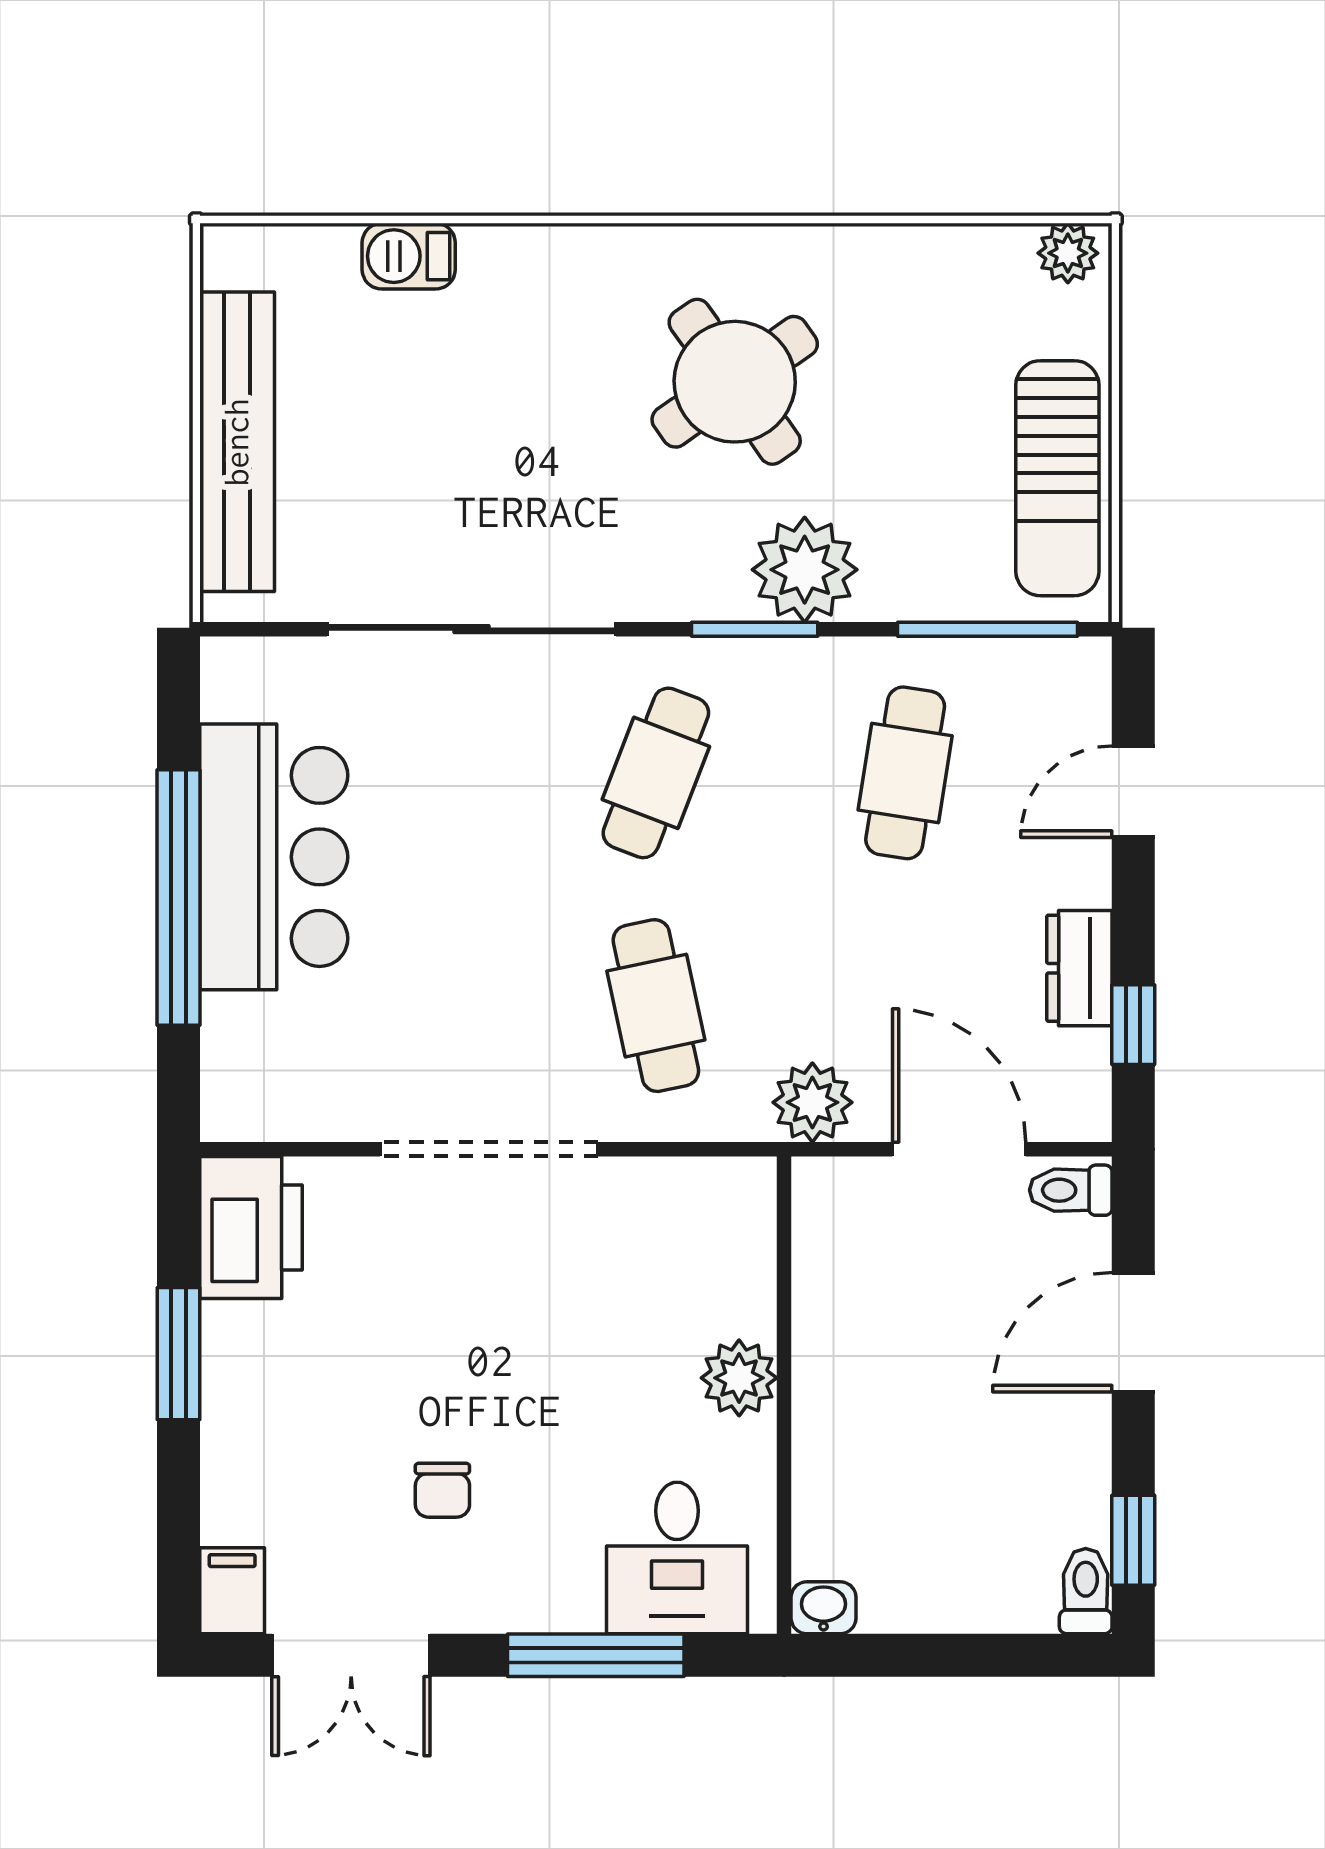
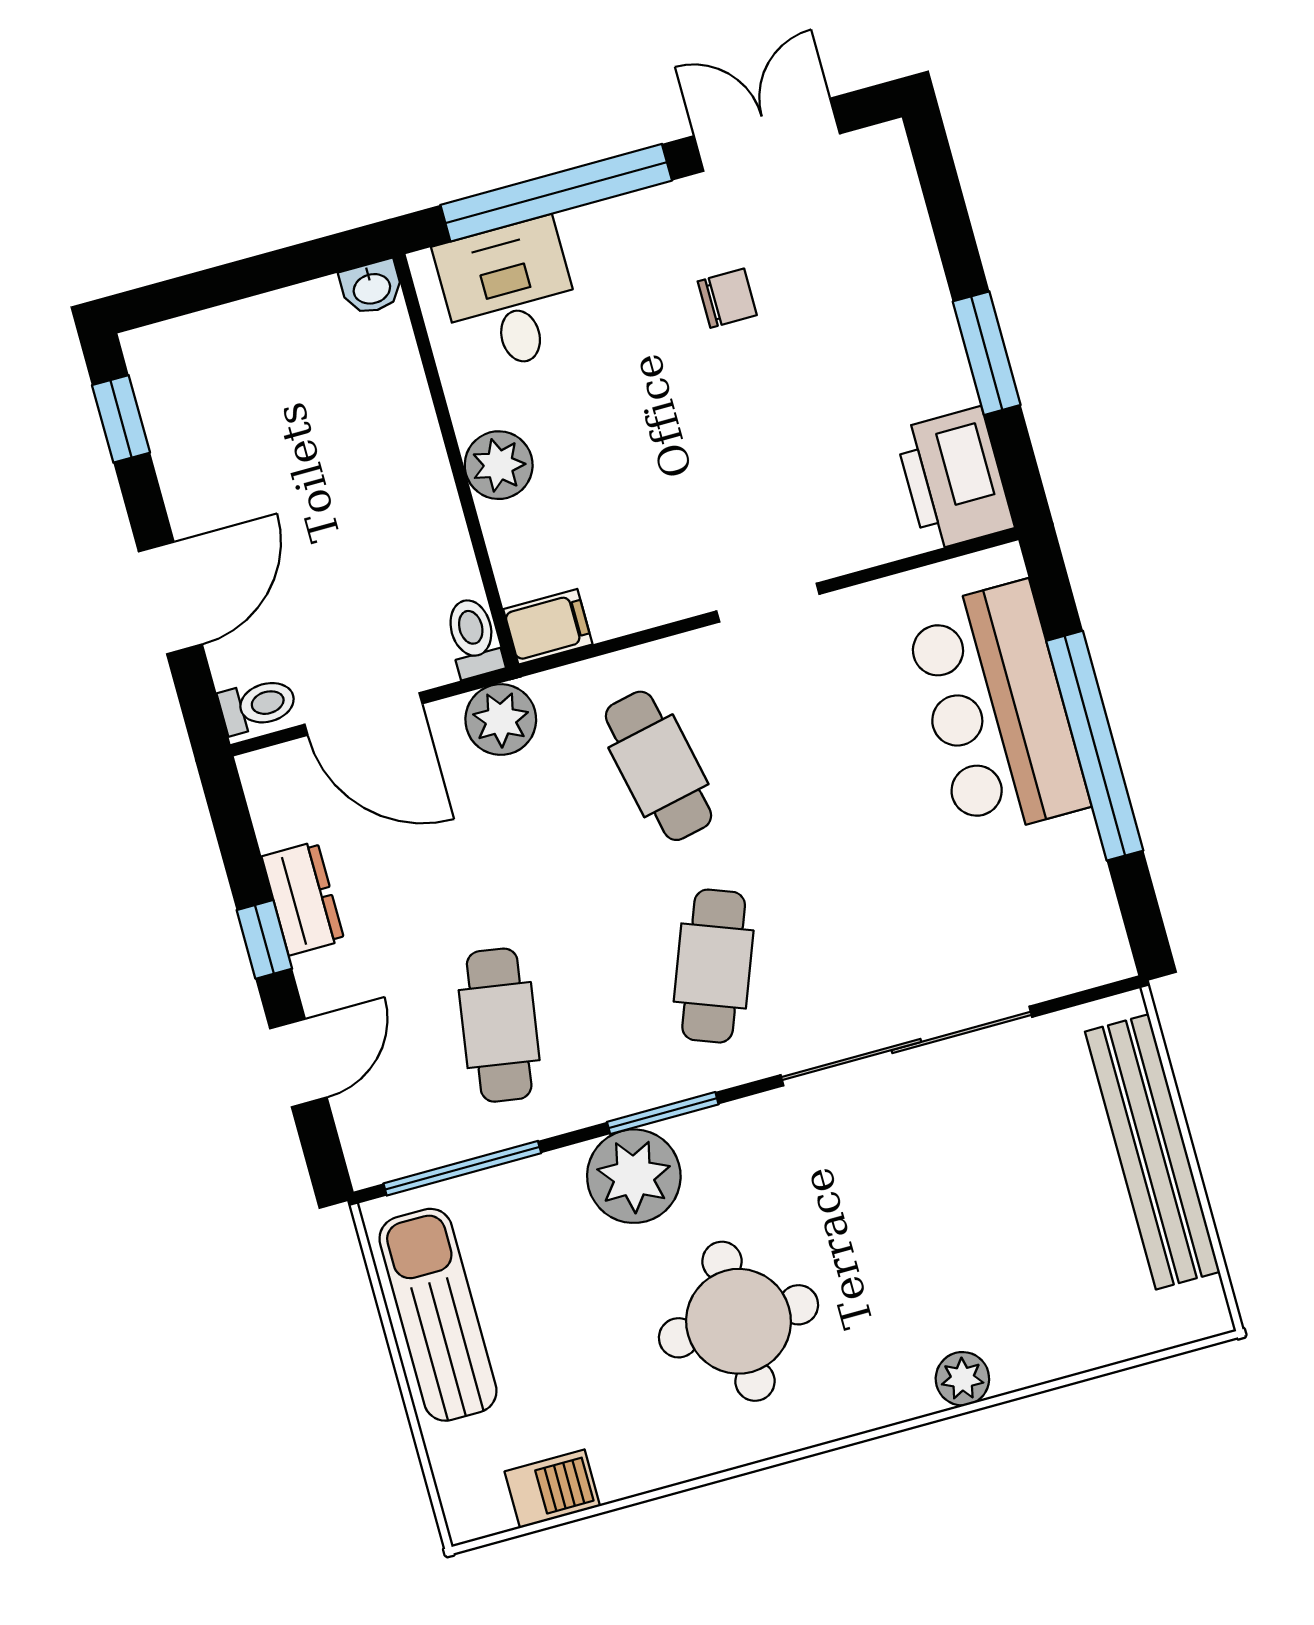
plant: (1068, 253) -> (962, 1379), moved
barbecue: (409, 256) -> (552, 1489), moved
round table: (735, 382) -> (738, 1321), turned 35
bar counter: (274, 857) -> (997, 710), moved
window: (1133, 1025) -> (264, 939), moved
doorway: (489, 1149) -> (768, 603), width x0.53
chair: (442, 1490) -> (727, 298), turned 90
filing cabinet: (232, 1591) -> (548, 627), moved, turned -90
toilet: (1086, 1591) -> (474, 638), moved, turned 180
window: (596, 1655) -> (556, 193), width x1.46

